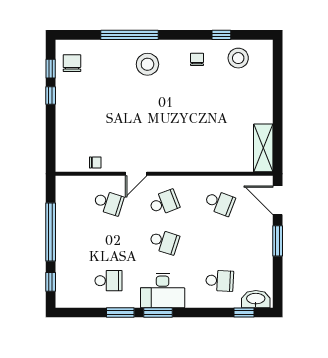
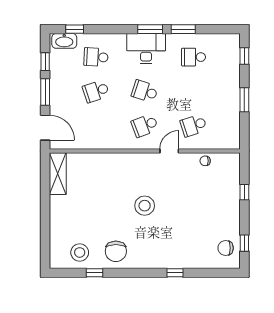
window: (130, 35) -> (175, 273), width x0.32
chair: (197, 59) -> (116, 251), width x1.87, depth x1.87
chair: (72, 63) -> (226, 248), turned 90
stool: (147, 64) -> (145, 206), moved
window: (51, 95) -> (244, 192), moved
school desk: (108, 203) -> (194, 125), turned -36
school desk: (220, 203) -> (96, 91), moved, turned -39
window: (51, 232) -> (244, 100), width x0.47
window: (278, 275) -> (45, 62), added

